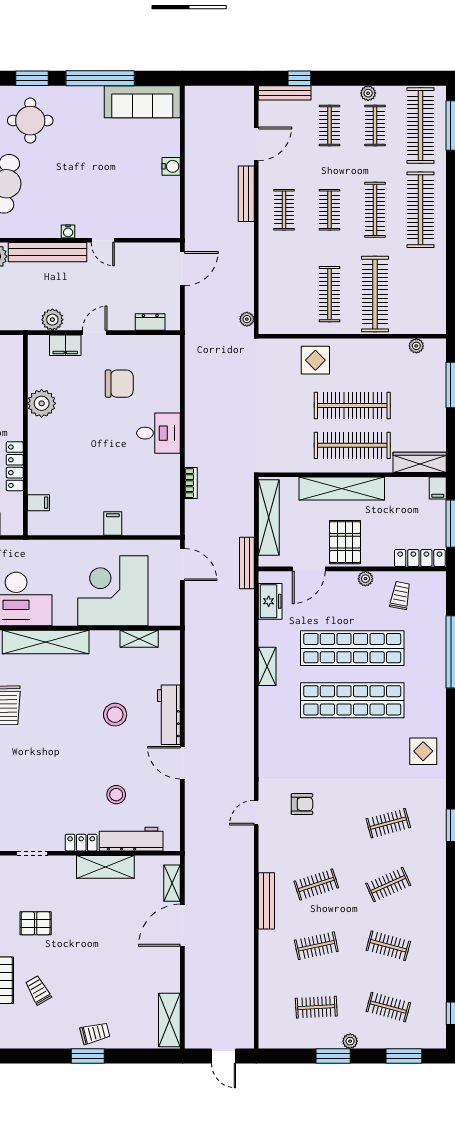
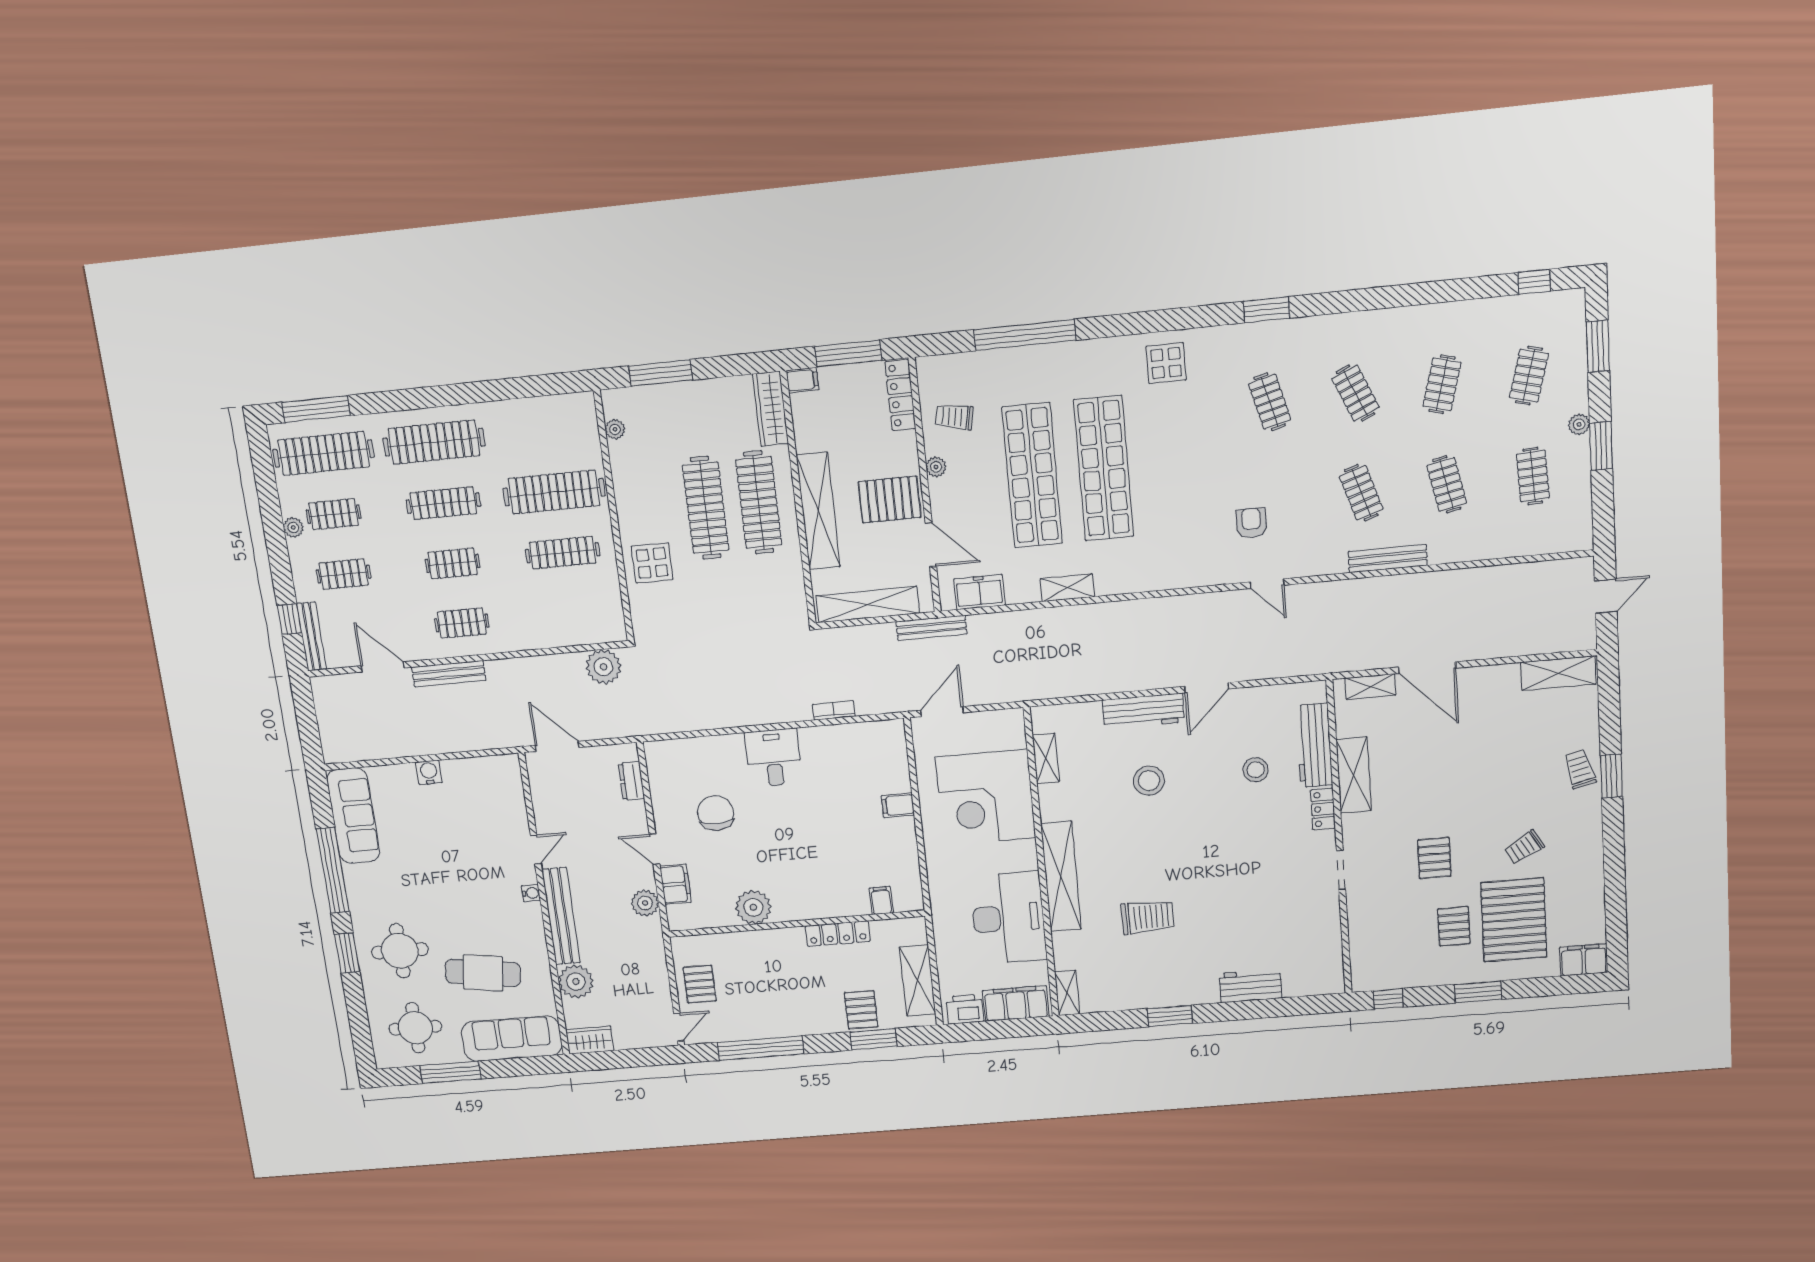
plant: (247, 319) -> (604, 667), width x1.88, depth x1.88

